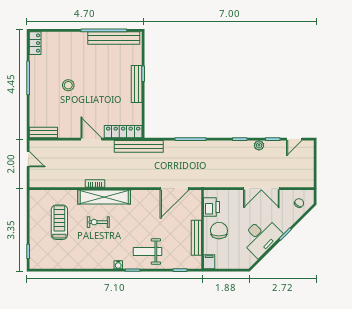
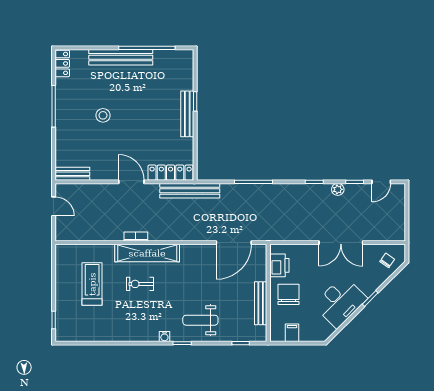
bench: (114, 38) -> (121, 57), moved
filing cabinet: (209, 262) -> (292, 333), moved

